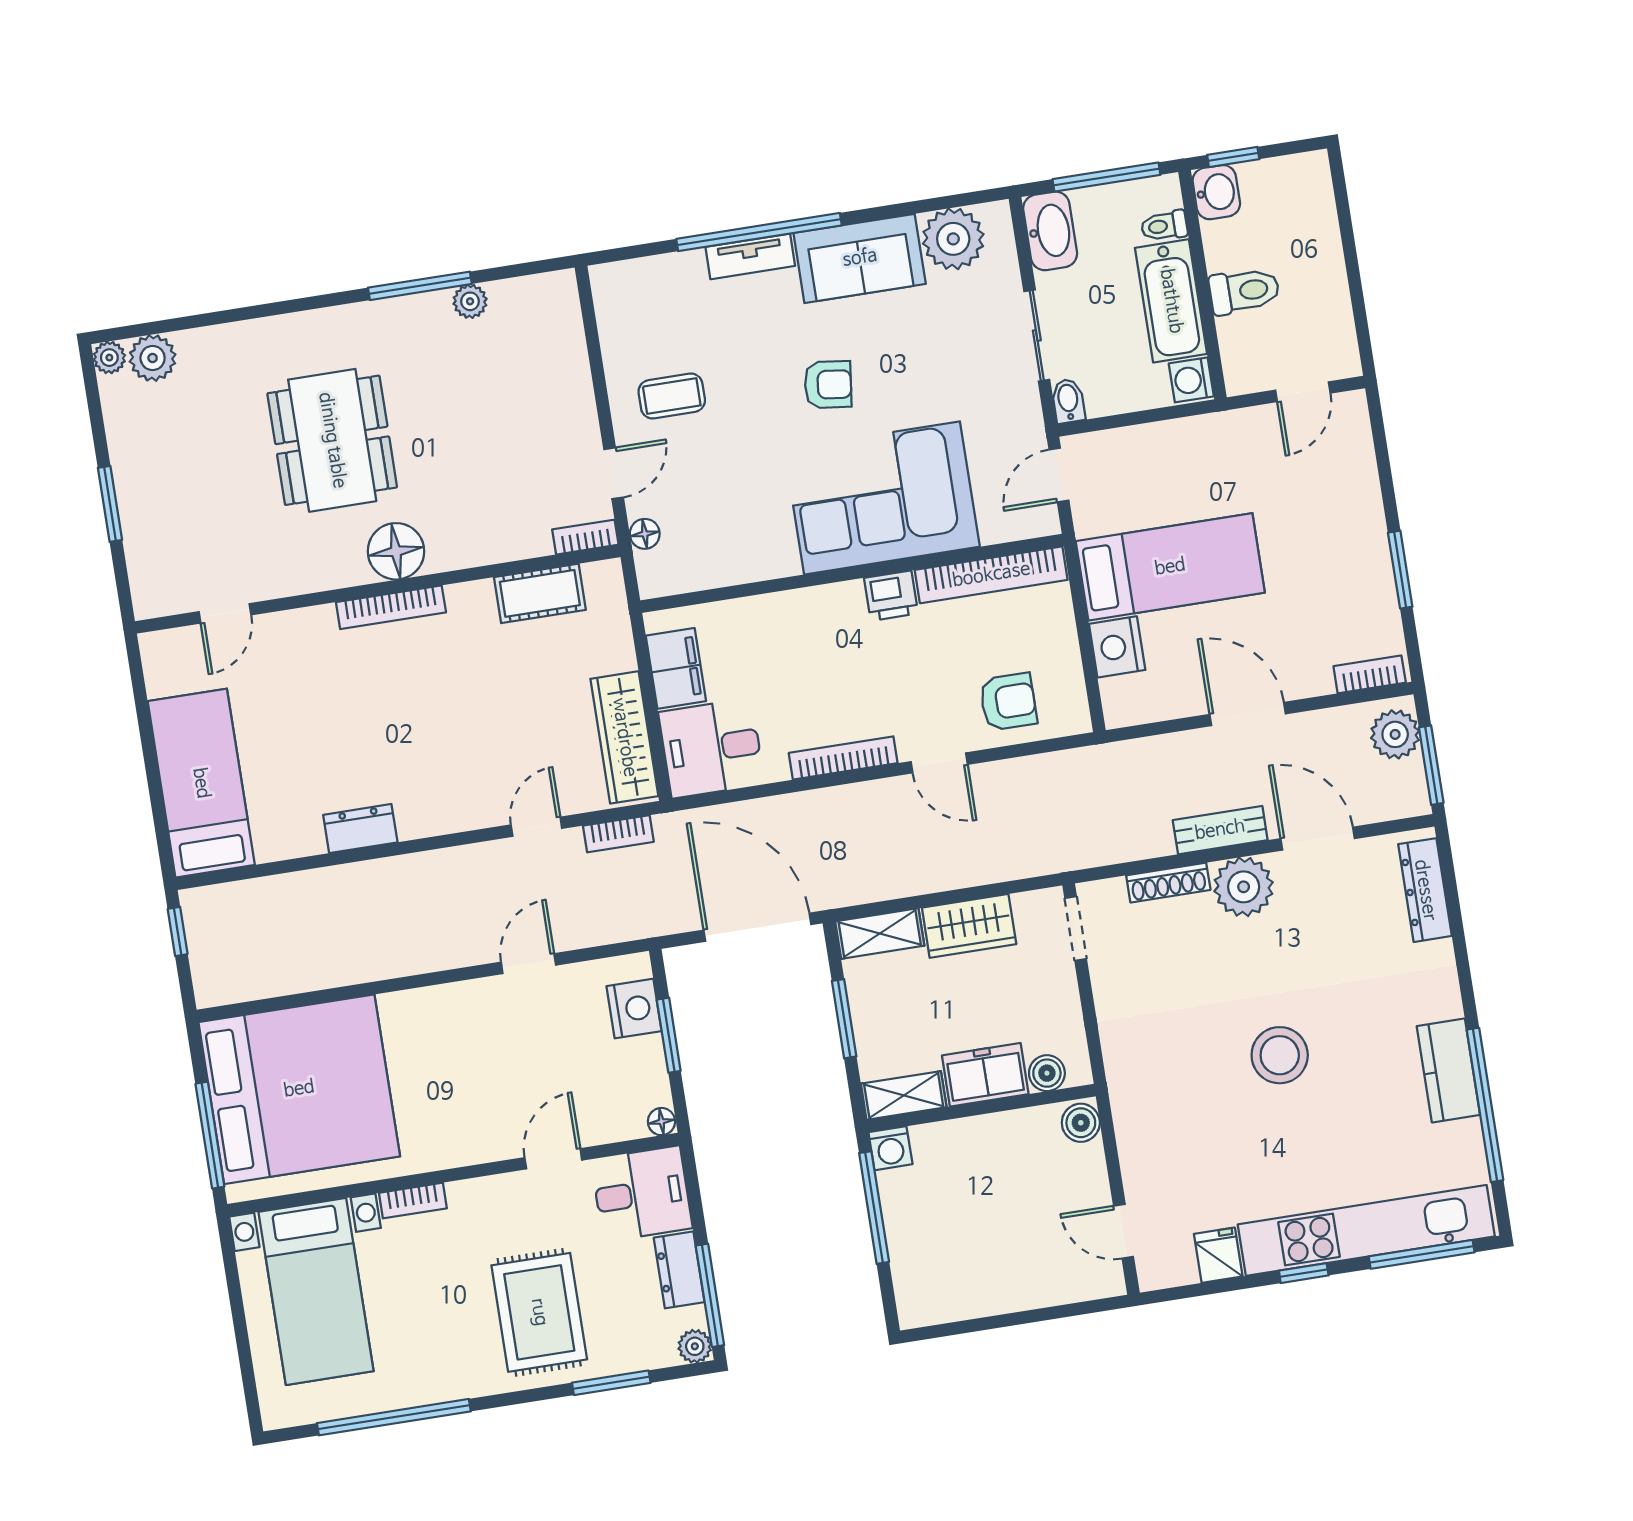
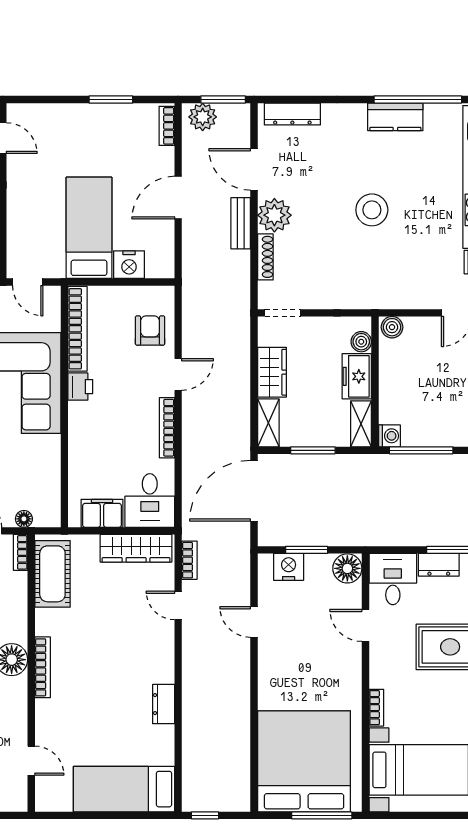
cot: (540, 593) -> (52, 574), width x1.37, depth x1.34
door: (1318, 839) -> (254, 169), hinge flipped
floor lamp: (661, 1122) -> (347, 568), width x1.89, depth x1.89

